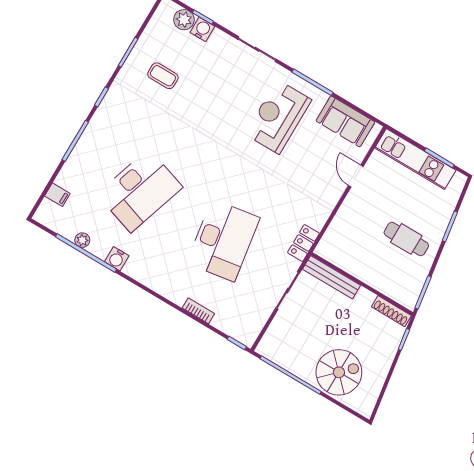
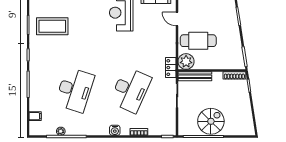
coffee table: (163, 76) -> (52, 26), width x1.86, depth x1.72
cafe table: (406, 239) -> (198, 41), moved, width x1.37, depth x1.35
desk: (223, 240) -> (130, 90), turned 33
plant: (331, 247) -> (186, 61), added
water cooler: (117, 259) -> (115, 130), moved
spiral stairs: (339, 372) -> (211, 121), moved

